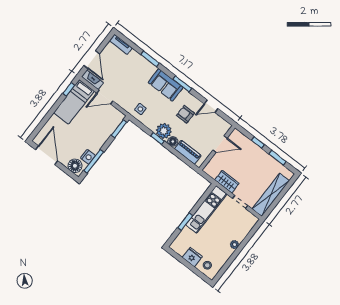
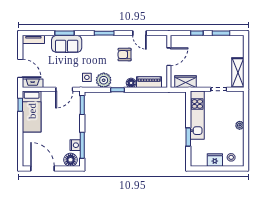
sofa: (166, 85) -> (67, 44), moved
door: (105, 97) -> (64, 89), moved
door: (211, 106) -> (139, 33), hinge flipped
plant: (164, 131) -> (104, 80), moved
wardrobe: (227, 182) -> (185, 82), moved
shelving: (271, 195) -> (238, 73), width x0.68

